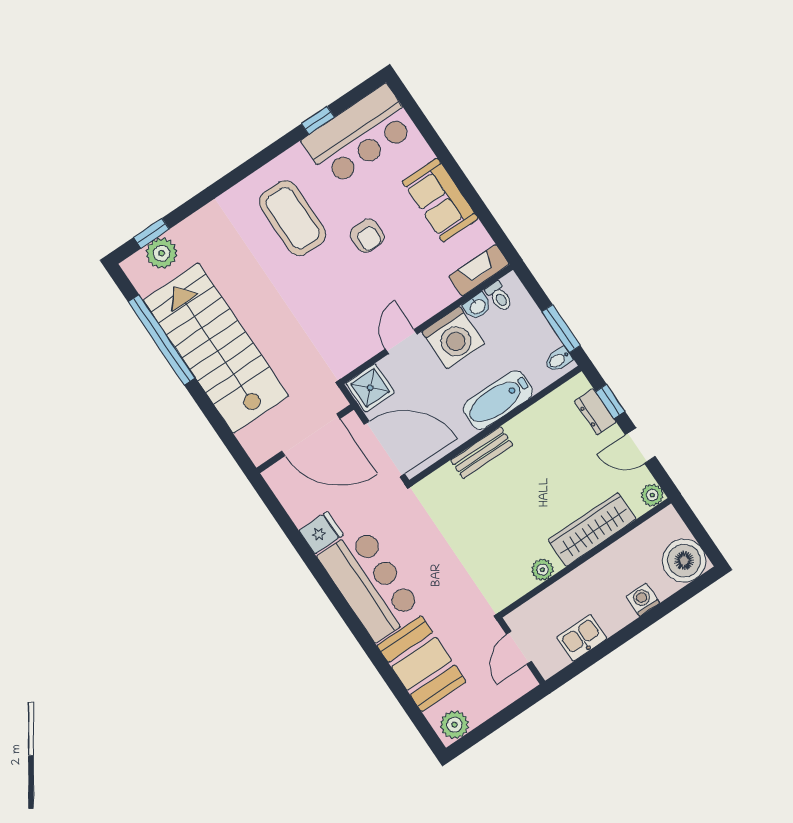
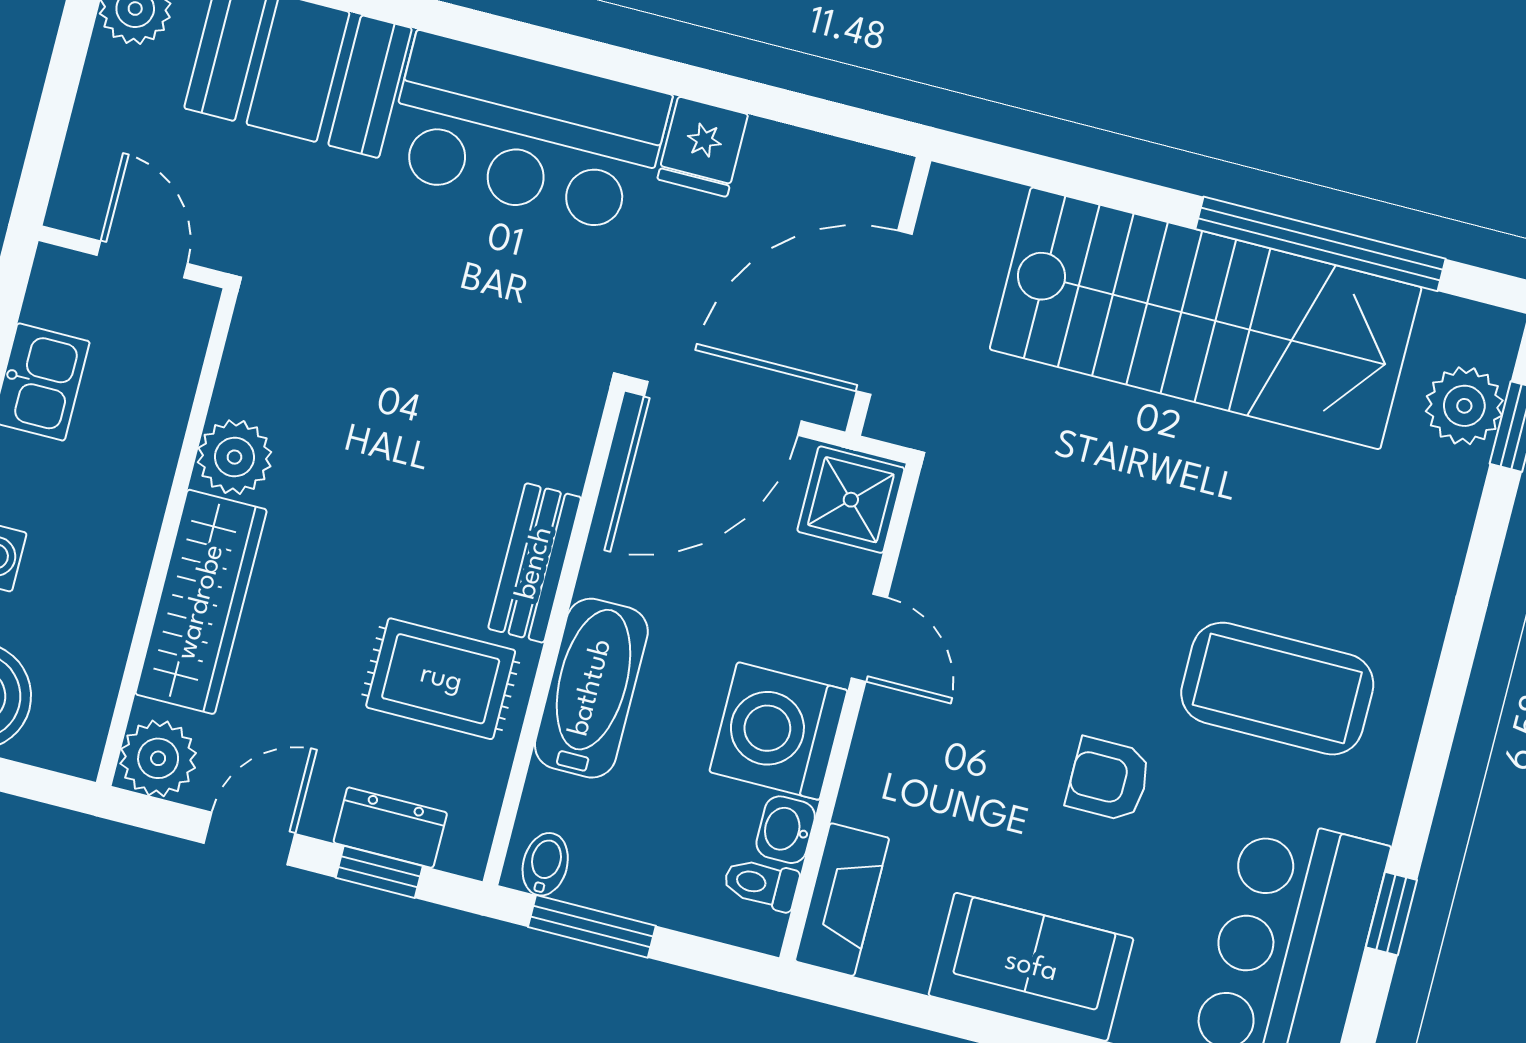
rug: (541, 443) -> (441, 679), added
plant: (652, 495) -> (158, 758), width x1.38, depth x1.38
plant: (543, 570) -> (234, 457), width x1.38, depth x1.38

